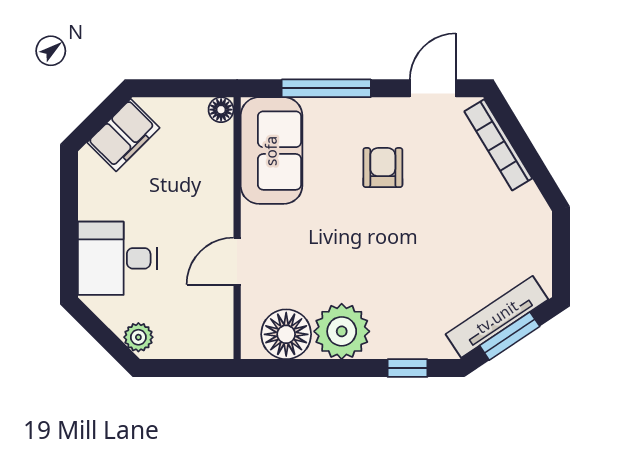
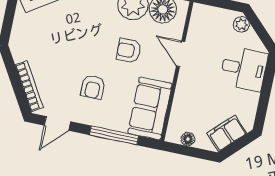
floor lamp: (221, 110) -> (188, 139), moved
armchair: (332, 247) -> (129, 51), added
door: (237, 261) -> (181, 54), swing flipped

